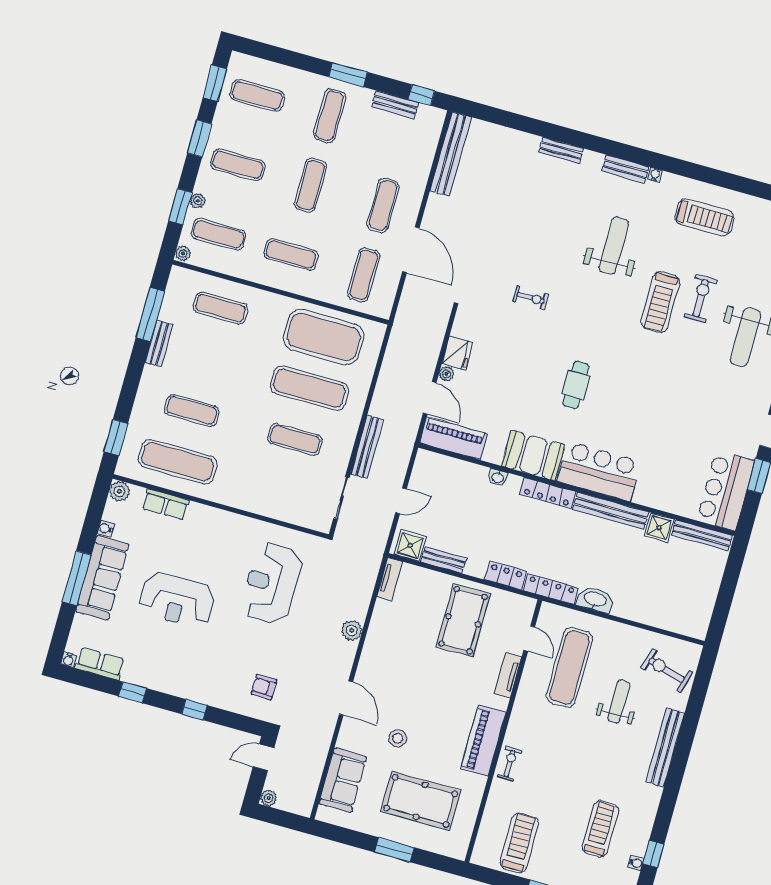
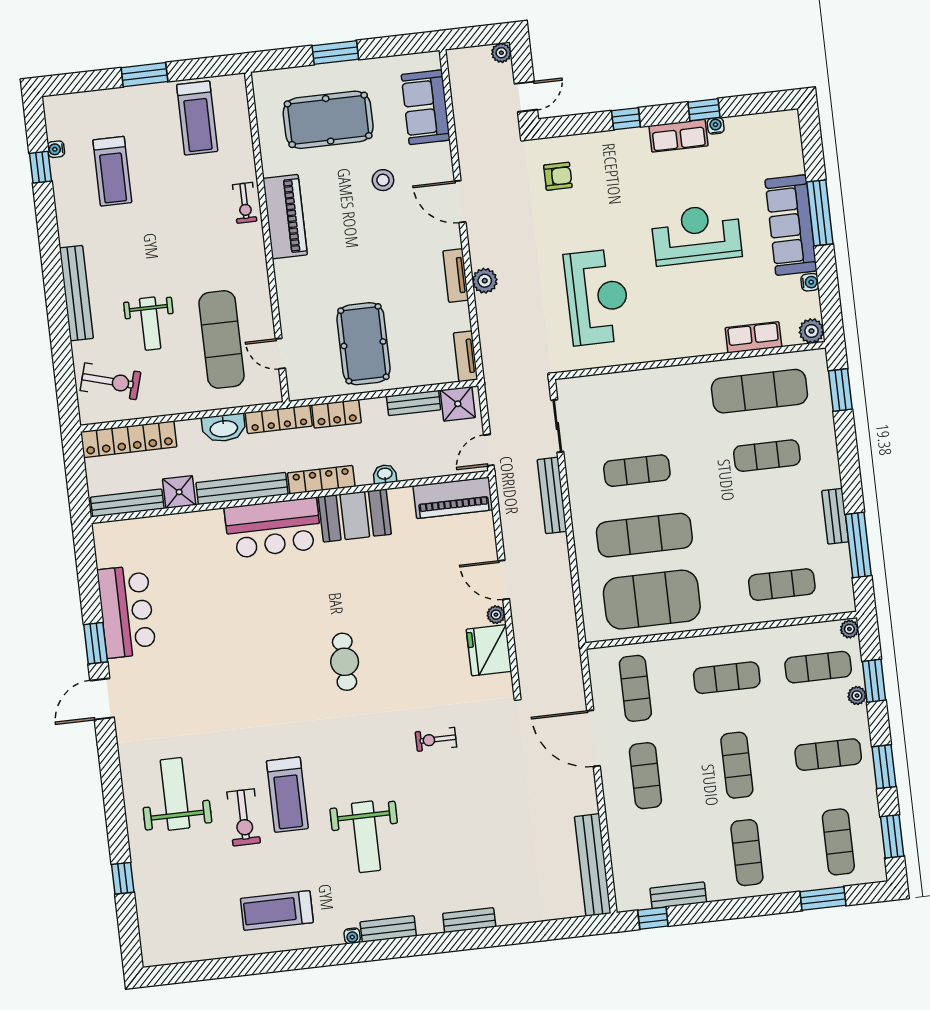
window: (348, 75) -> (823, 899), moved
exercise mat: (257, 96) -> (838, 842), turned 90
treadmill: (660, 302) -> (287, 795), turned 180
fridge: (457, 353) -> (489, 650), width x1.36, depth x1.34
piano: (453, 438) -> (453, 498), moved
booth: (533, 455) -> (355, 516), moved
bar counter: (599, 471) -> (273, 528), moved
washbasin: (498, 477) -> (385, 474), moved
wall: (577, 489) -> (290, 497), moved
locker: (548, 493) -> (321, 480), moved
bench: (610, 511) -> (242, 488), moved
shower: (659, 528) -> (179, 492), moved
bench: (702, 535) -> (127, 503), moved
locker: (671, 620) -> (129, 439), added
water cooler: (69, 660) -> (716, 126), moved
row of seats: (100, 664) -> (679, 136), moved
tv unit: (508, 675) -> (456, 276), moved, turned 180

